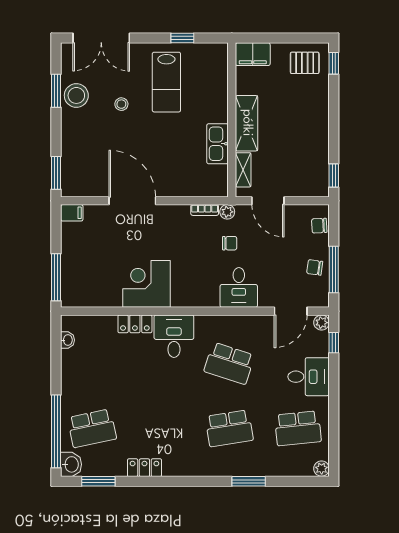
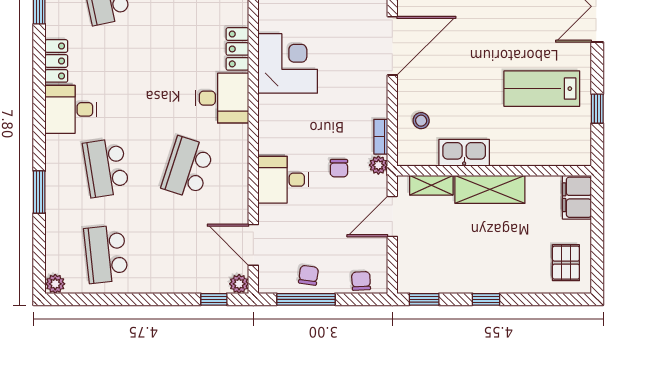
window: (334, 63) -> (486, 299), moved
stool: (121, 104) -> (421, 121), moved
desk: (309, 377) -> (71, 109), moved, turned 90

